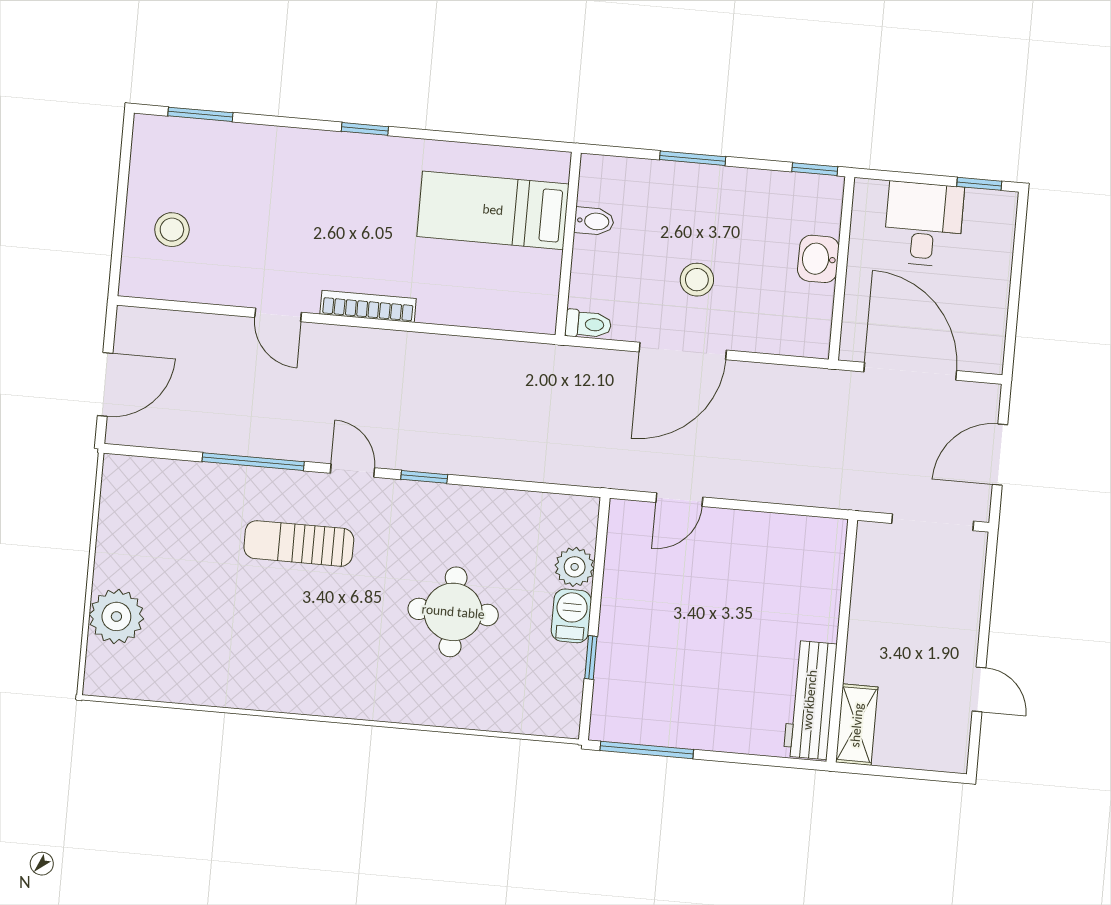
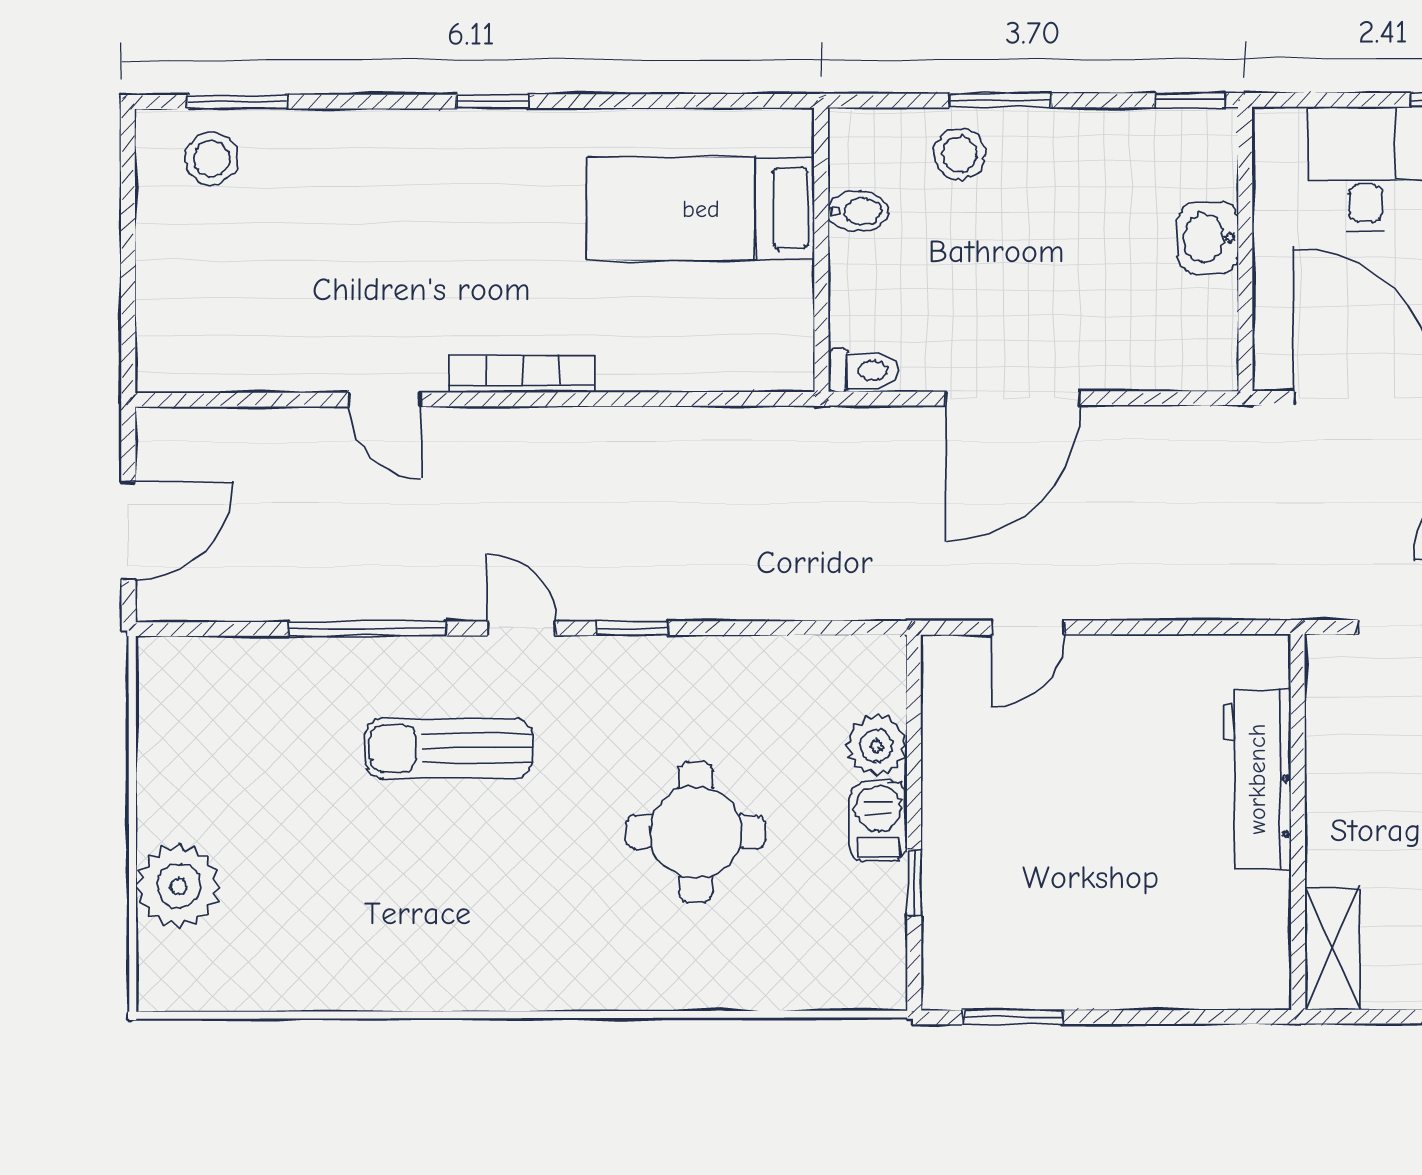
stool: (172, 230) -> (212, 159), moved
stool: (697, 280) -> (960, 154), moved
workbench: (810, 700) -> (1257, 779), moved
window: (647, 750) -> (1013, 1017), width x0.69

